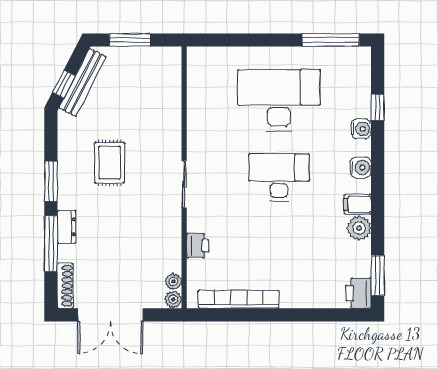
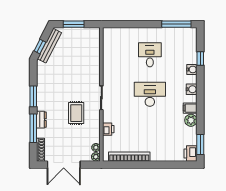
desk: (279, 100) -> (150, 55), width x0.53, depth x0.77
rug: (110, 163) -> (76, 113), moved

